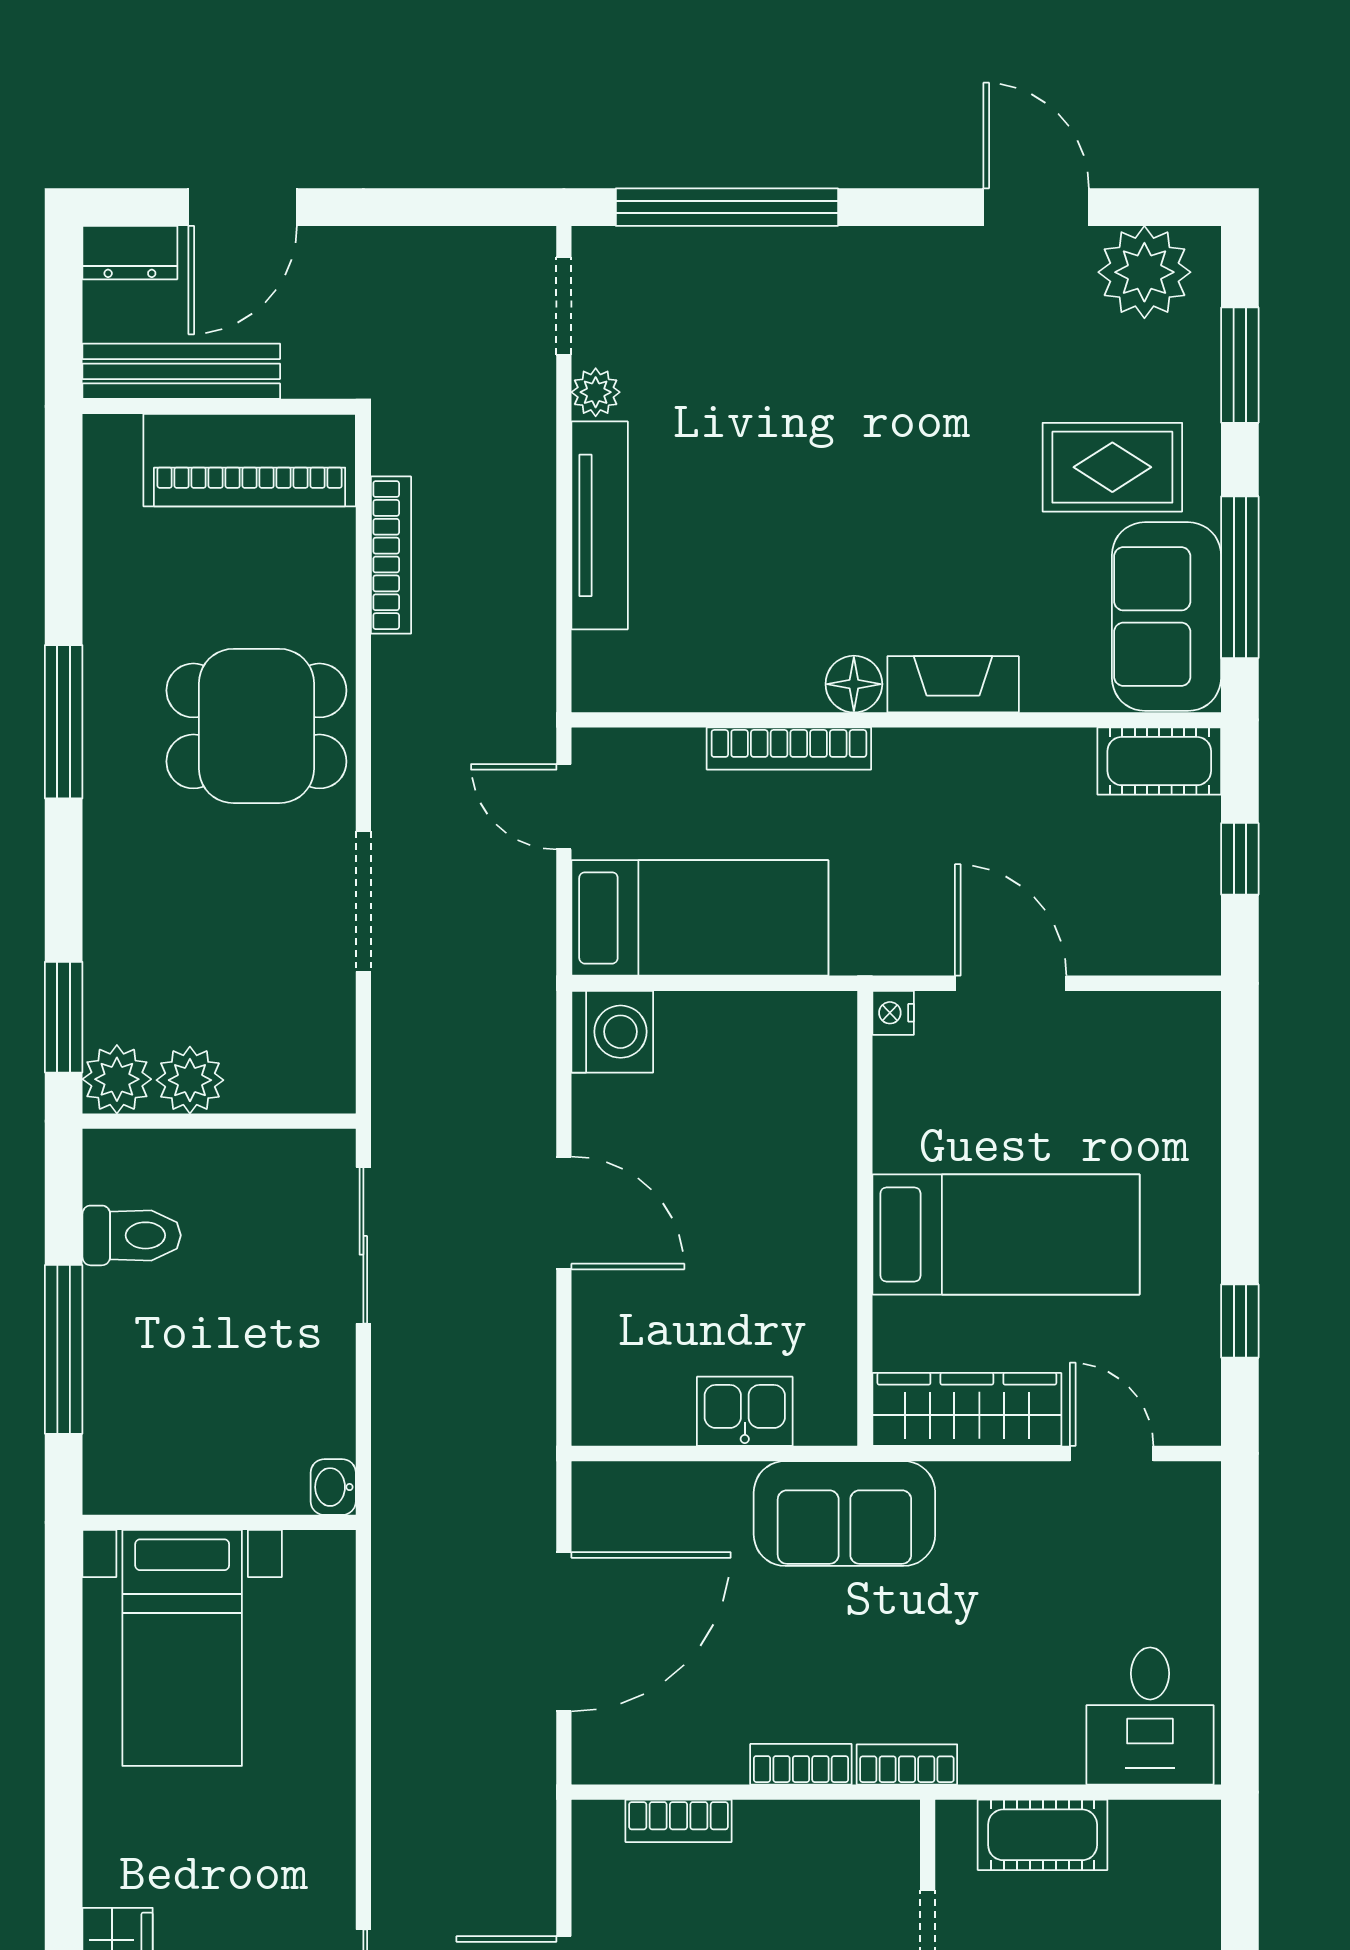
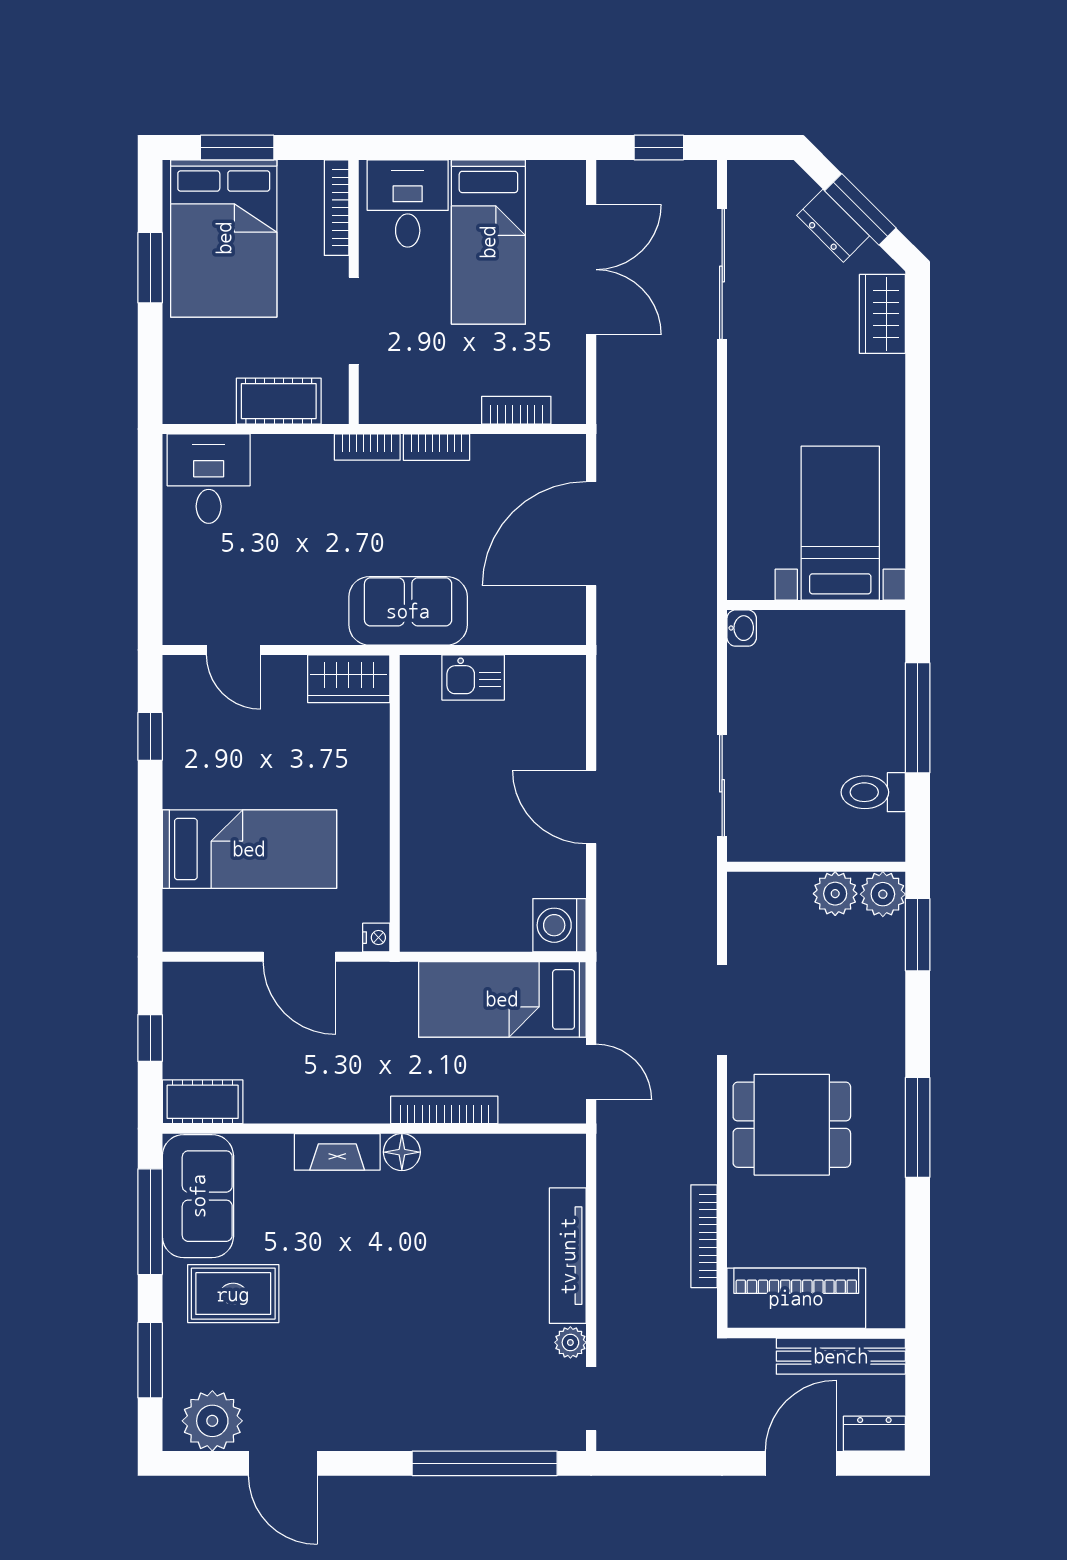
bed: (1006, 1234) -> (249, 849), moved, turned 180
wardrobe: (967, 1409) -> (349, 679), width x0.67

